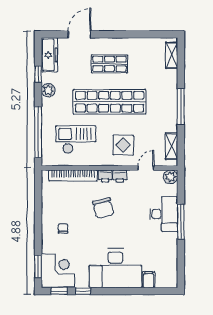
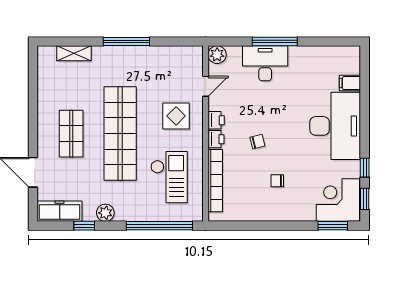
shelving: (172, 55) -> (74, 53), moved
checkout: (76, 140) -> (169, 177), turned 180
shelving: (172, 146) -> (177, 53), removed
door: (146, 168) -> (206, 86), swing flipped
chair: (103, 208) -> (257, 142), width x0.54, depth x0.54
chair: (63, 228) -> (277, 181), moved

